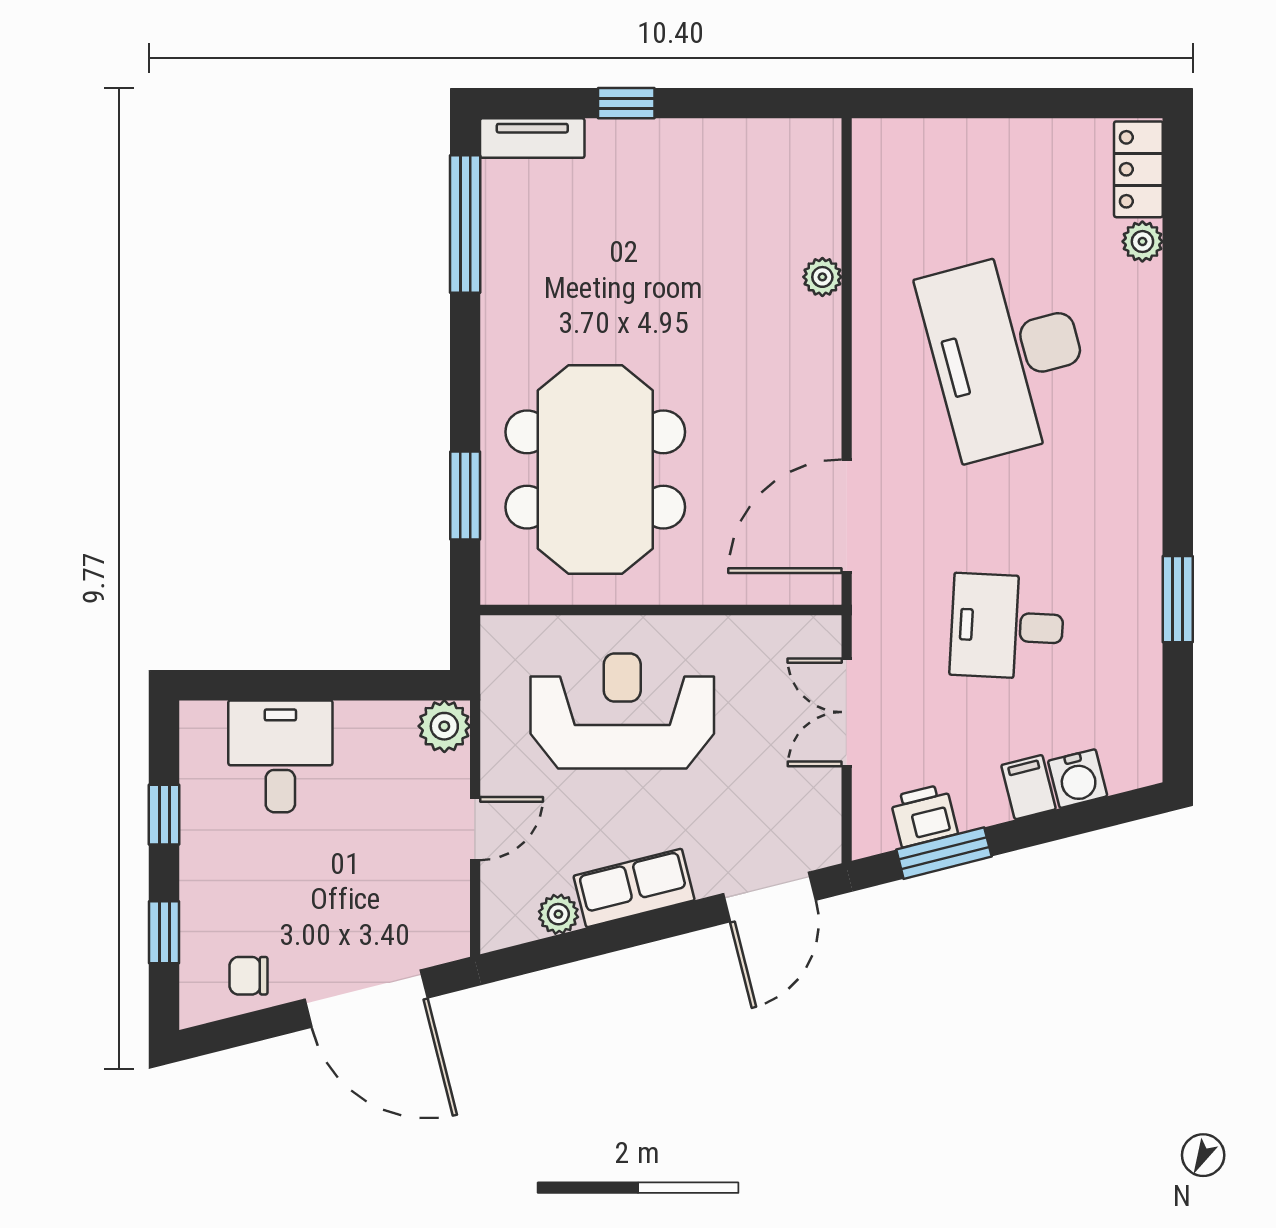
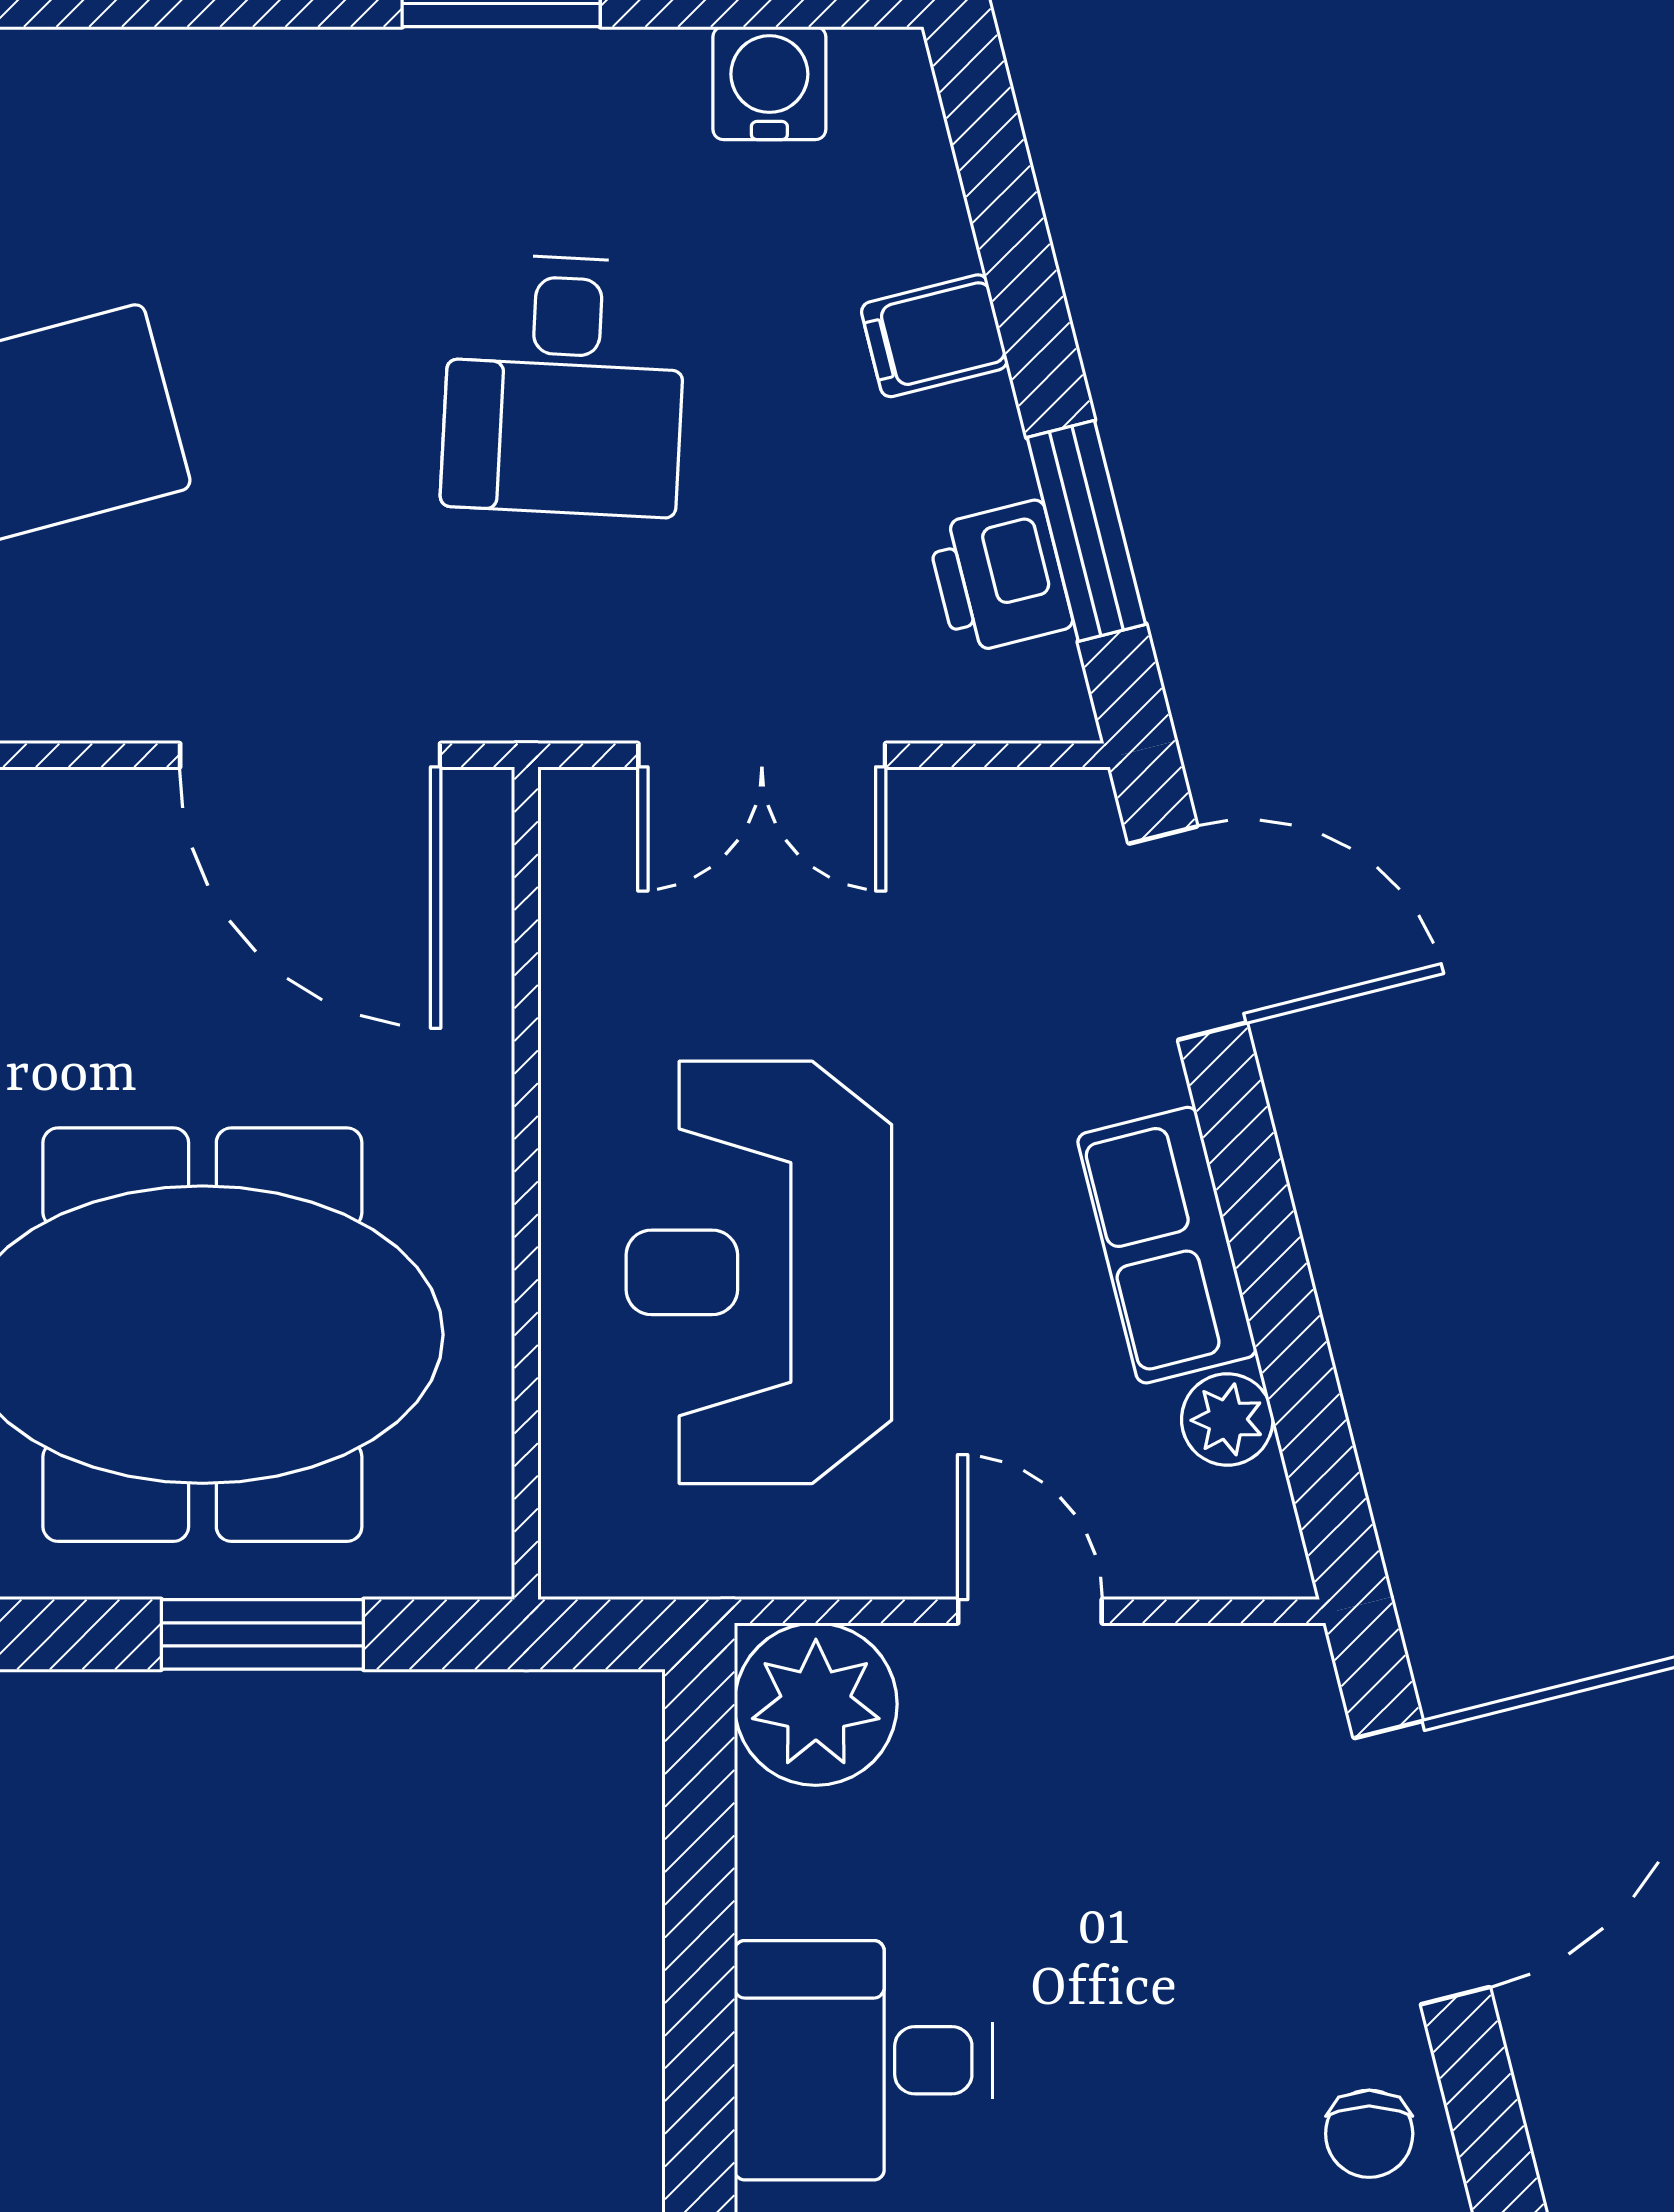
plant: (444, 726) -> (816, 1704), width x1.36, depth x1.36
water cooler: (1078, 779) -> (769, 83), moved, turned -76

